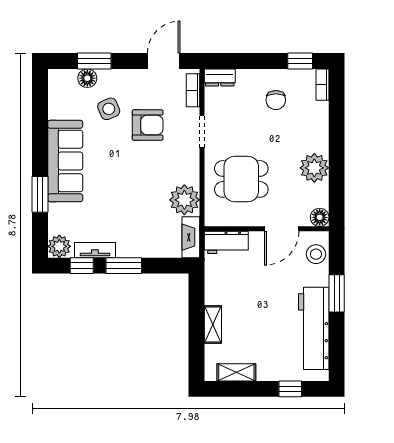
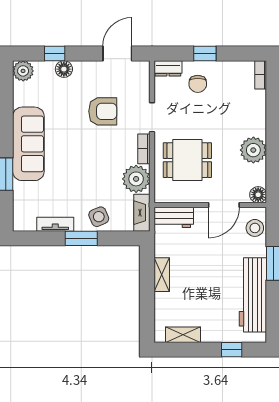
window: (94, 61) -> (55, 54), width x0.67
window: (300, 61) -> (205, 54), moved
floor lamp: (87, 78) -> (64, 69), moved
bookcase: (193, 90) -> (144, 149), moved
chair: (276, 100) -> (198, 84), moved
side table: (109, 109) -> (99, 217), moved
plant: (59, 246) -> (23, 71), moved
window: (82, 266) -> (43, 238), removed
shelving: (213, 325) -> (162, 275), moved

